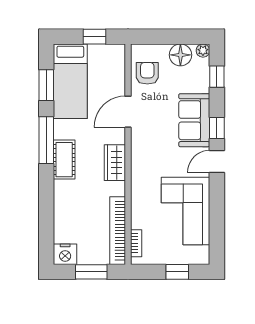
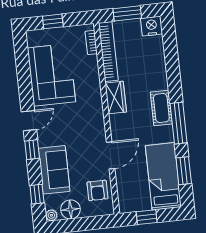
sofa: (194, 120) -> (54, 170), moved
wardrobe: (115, 163) -> (116, 98), moved

